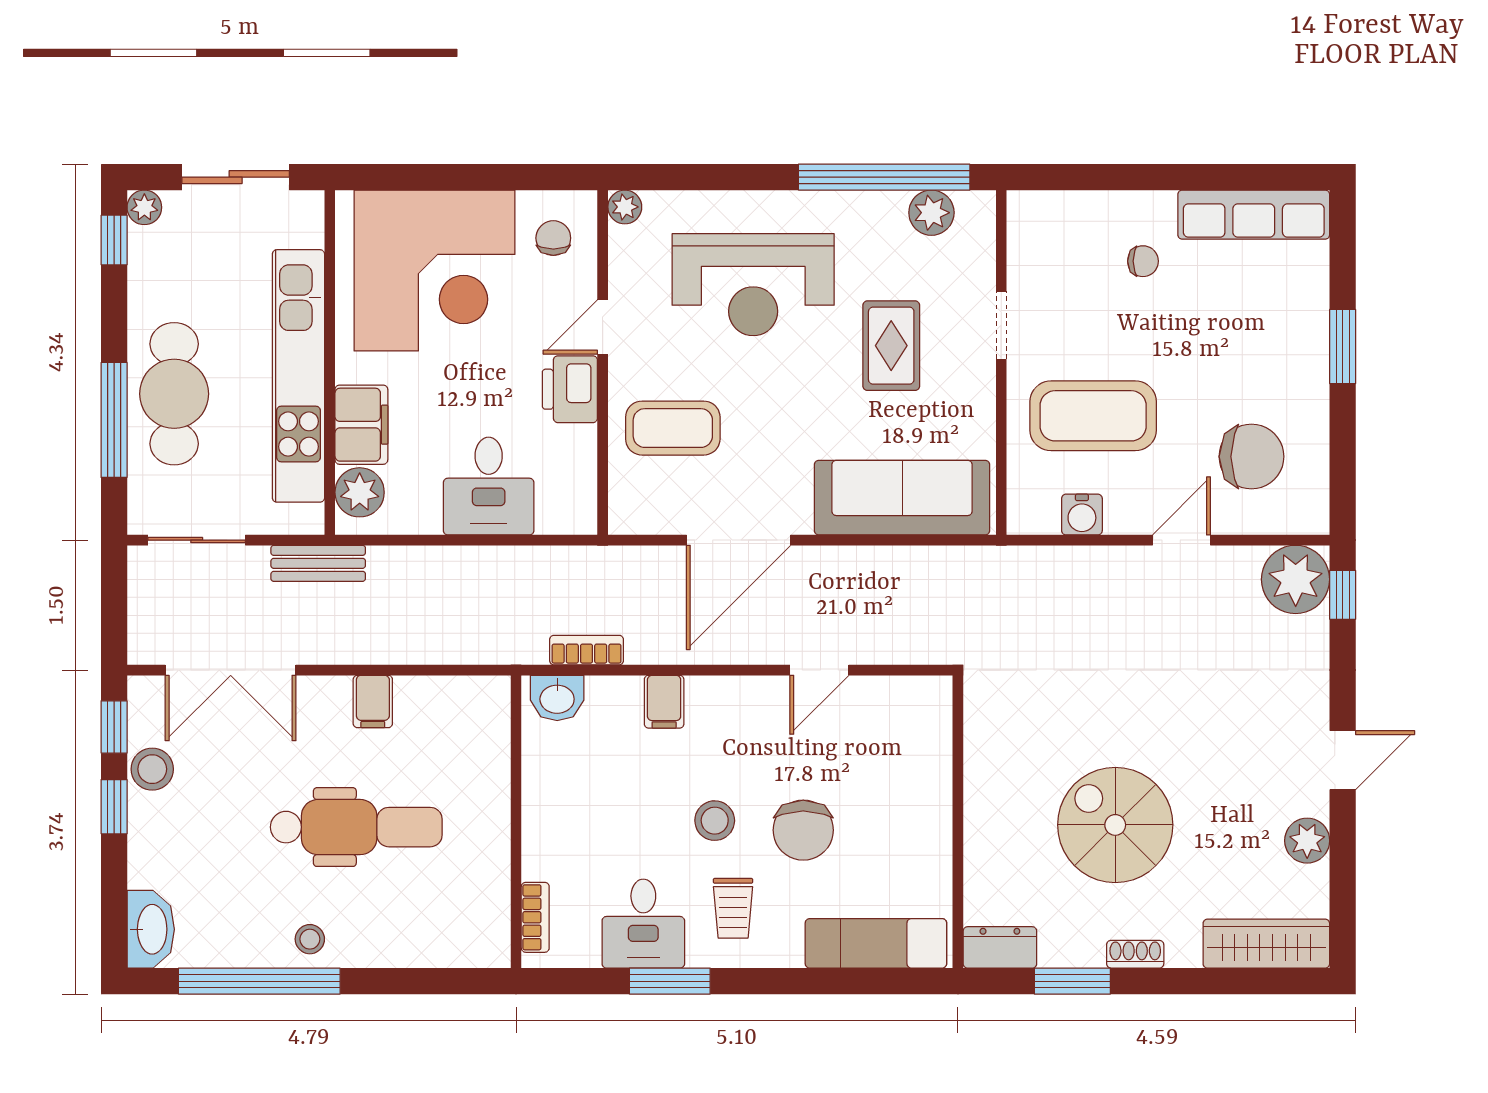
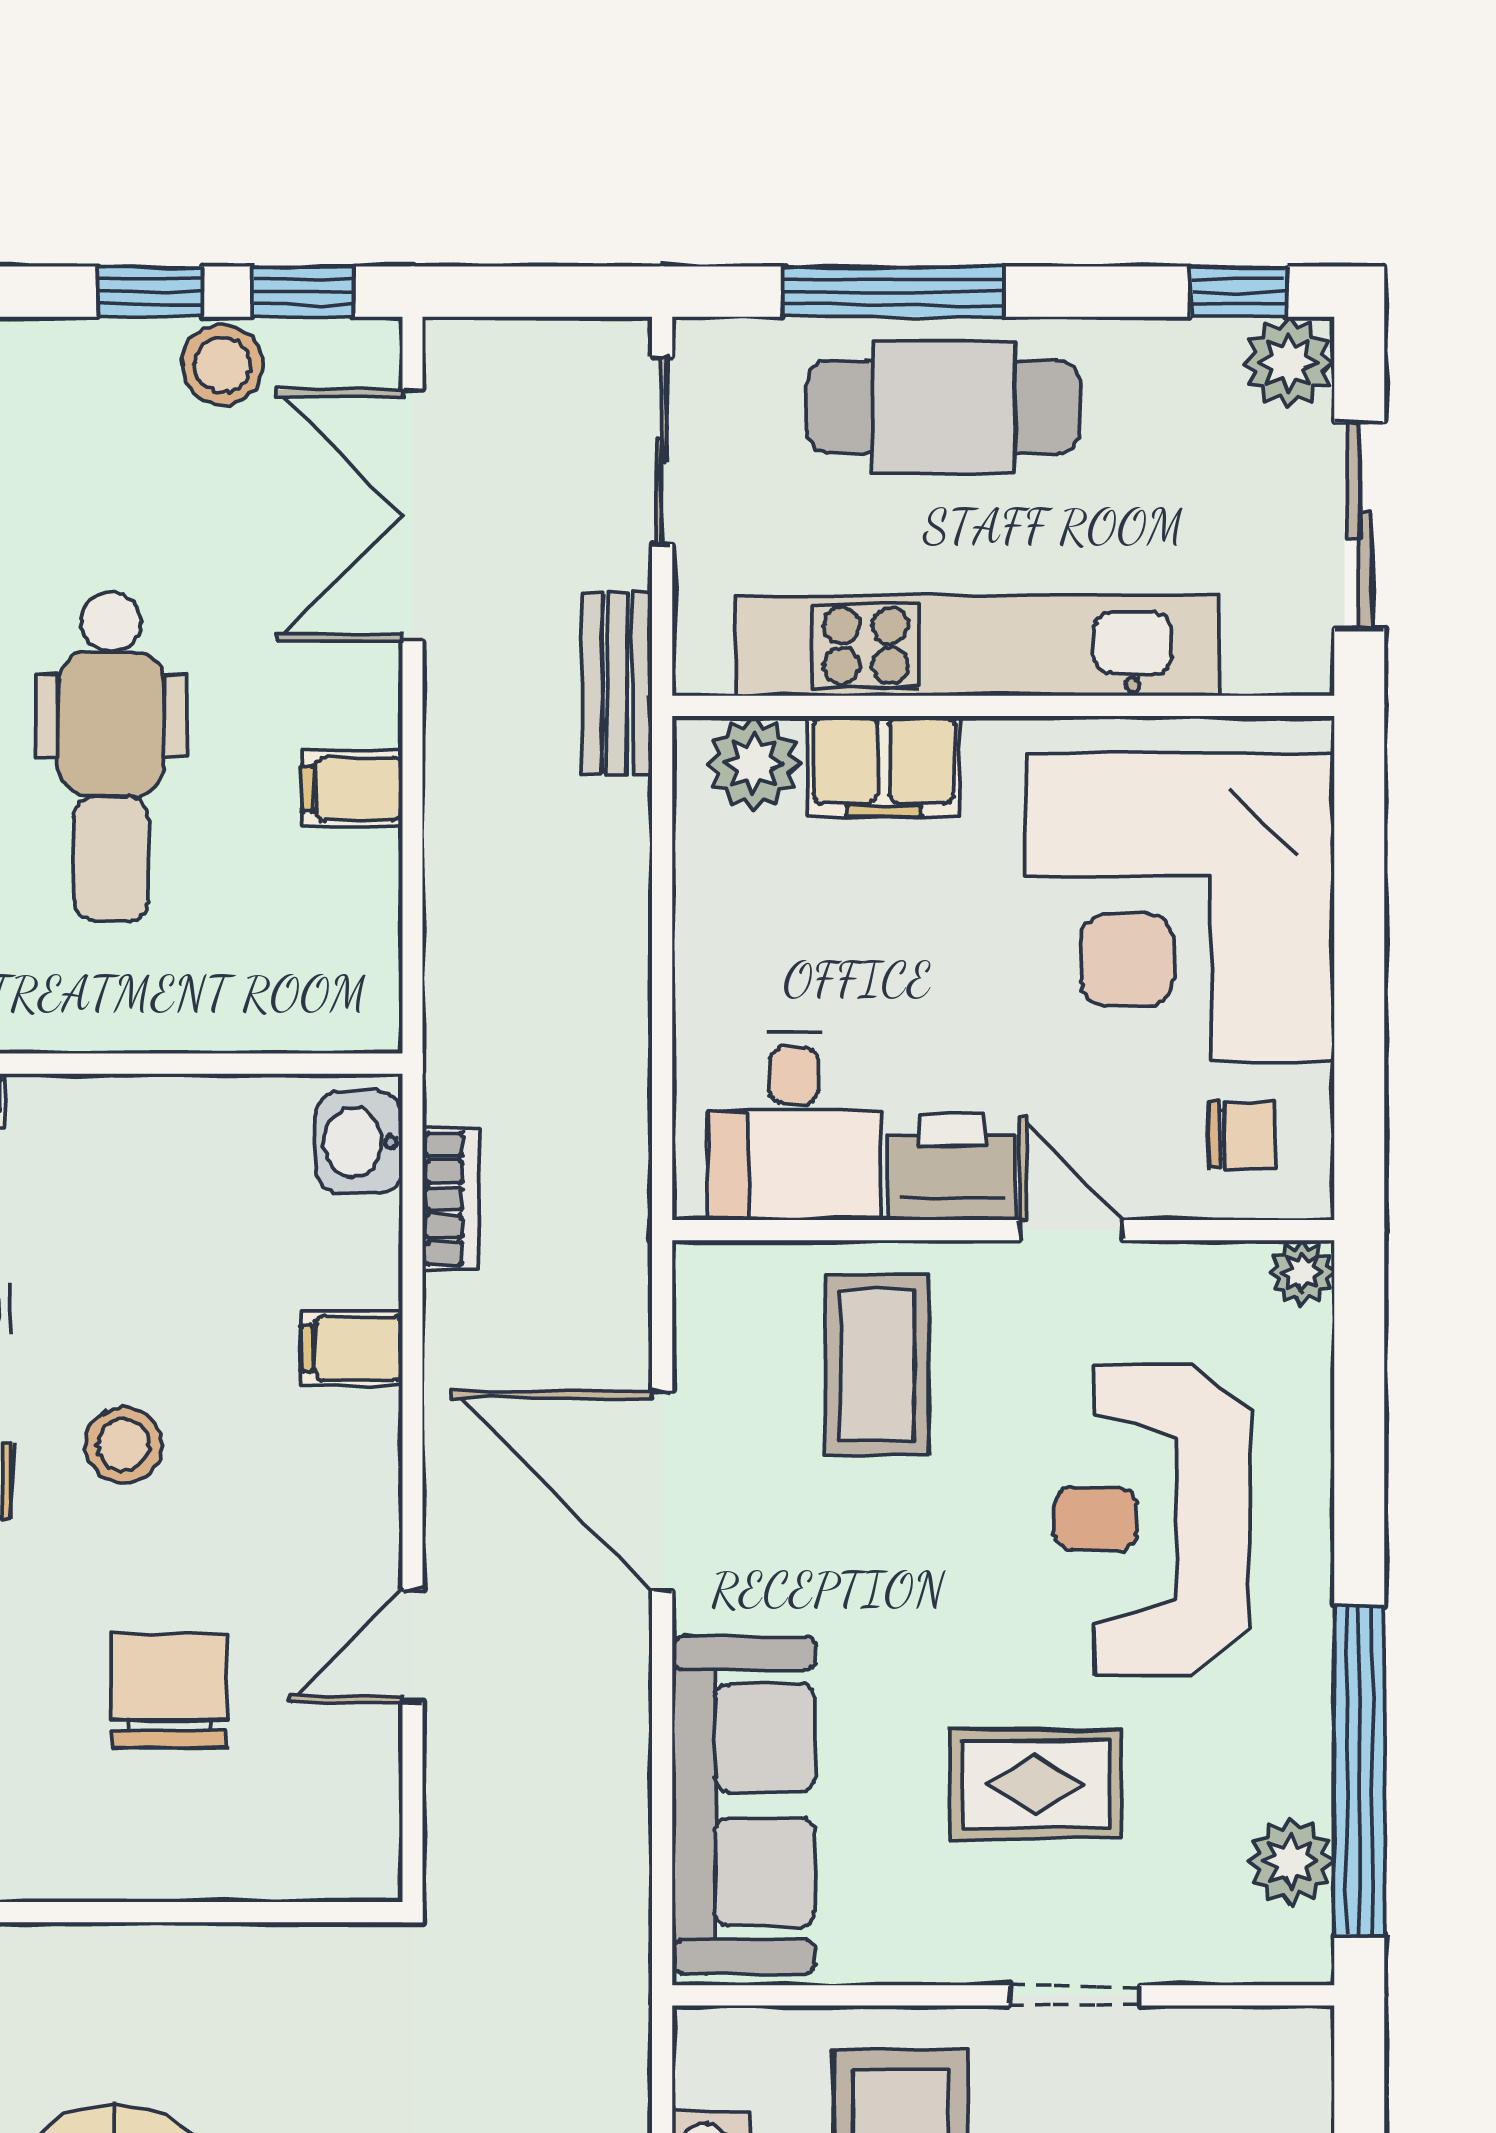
plant: (144, 207) -> (1289, 362), width x1.38, depth x1.38
desk: (489, 486) -> (794, 1126), moved, turned -90
door: (819, 670) -> (413, 1646), hinge flipped
chair: (803, 830) -> (170, 1691), moved, turned 90

